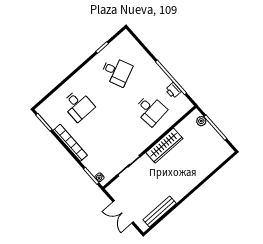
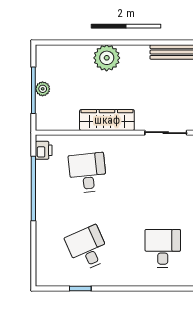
printer: (173, 90) -> (44, 150), moved
plant: (201, 121) -> (43, 89), moved
plant: (193, 177) -> (107, 58), added

